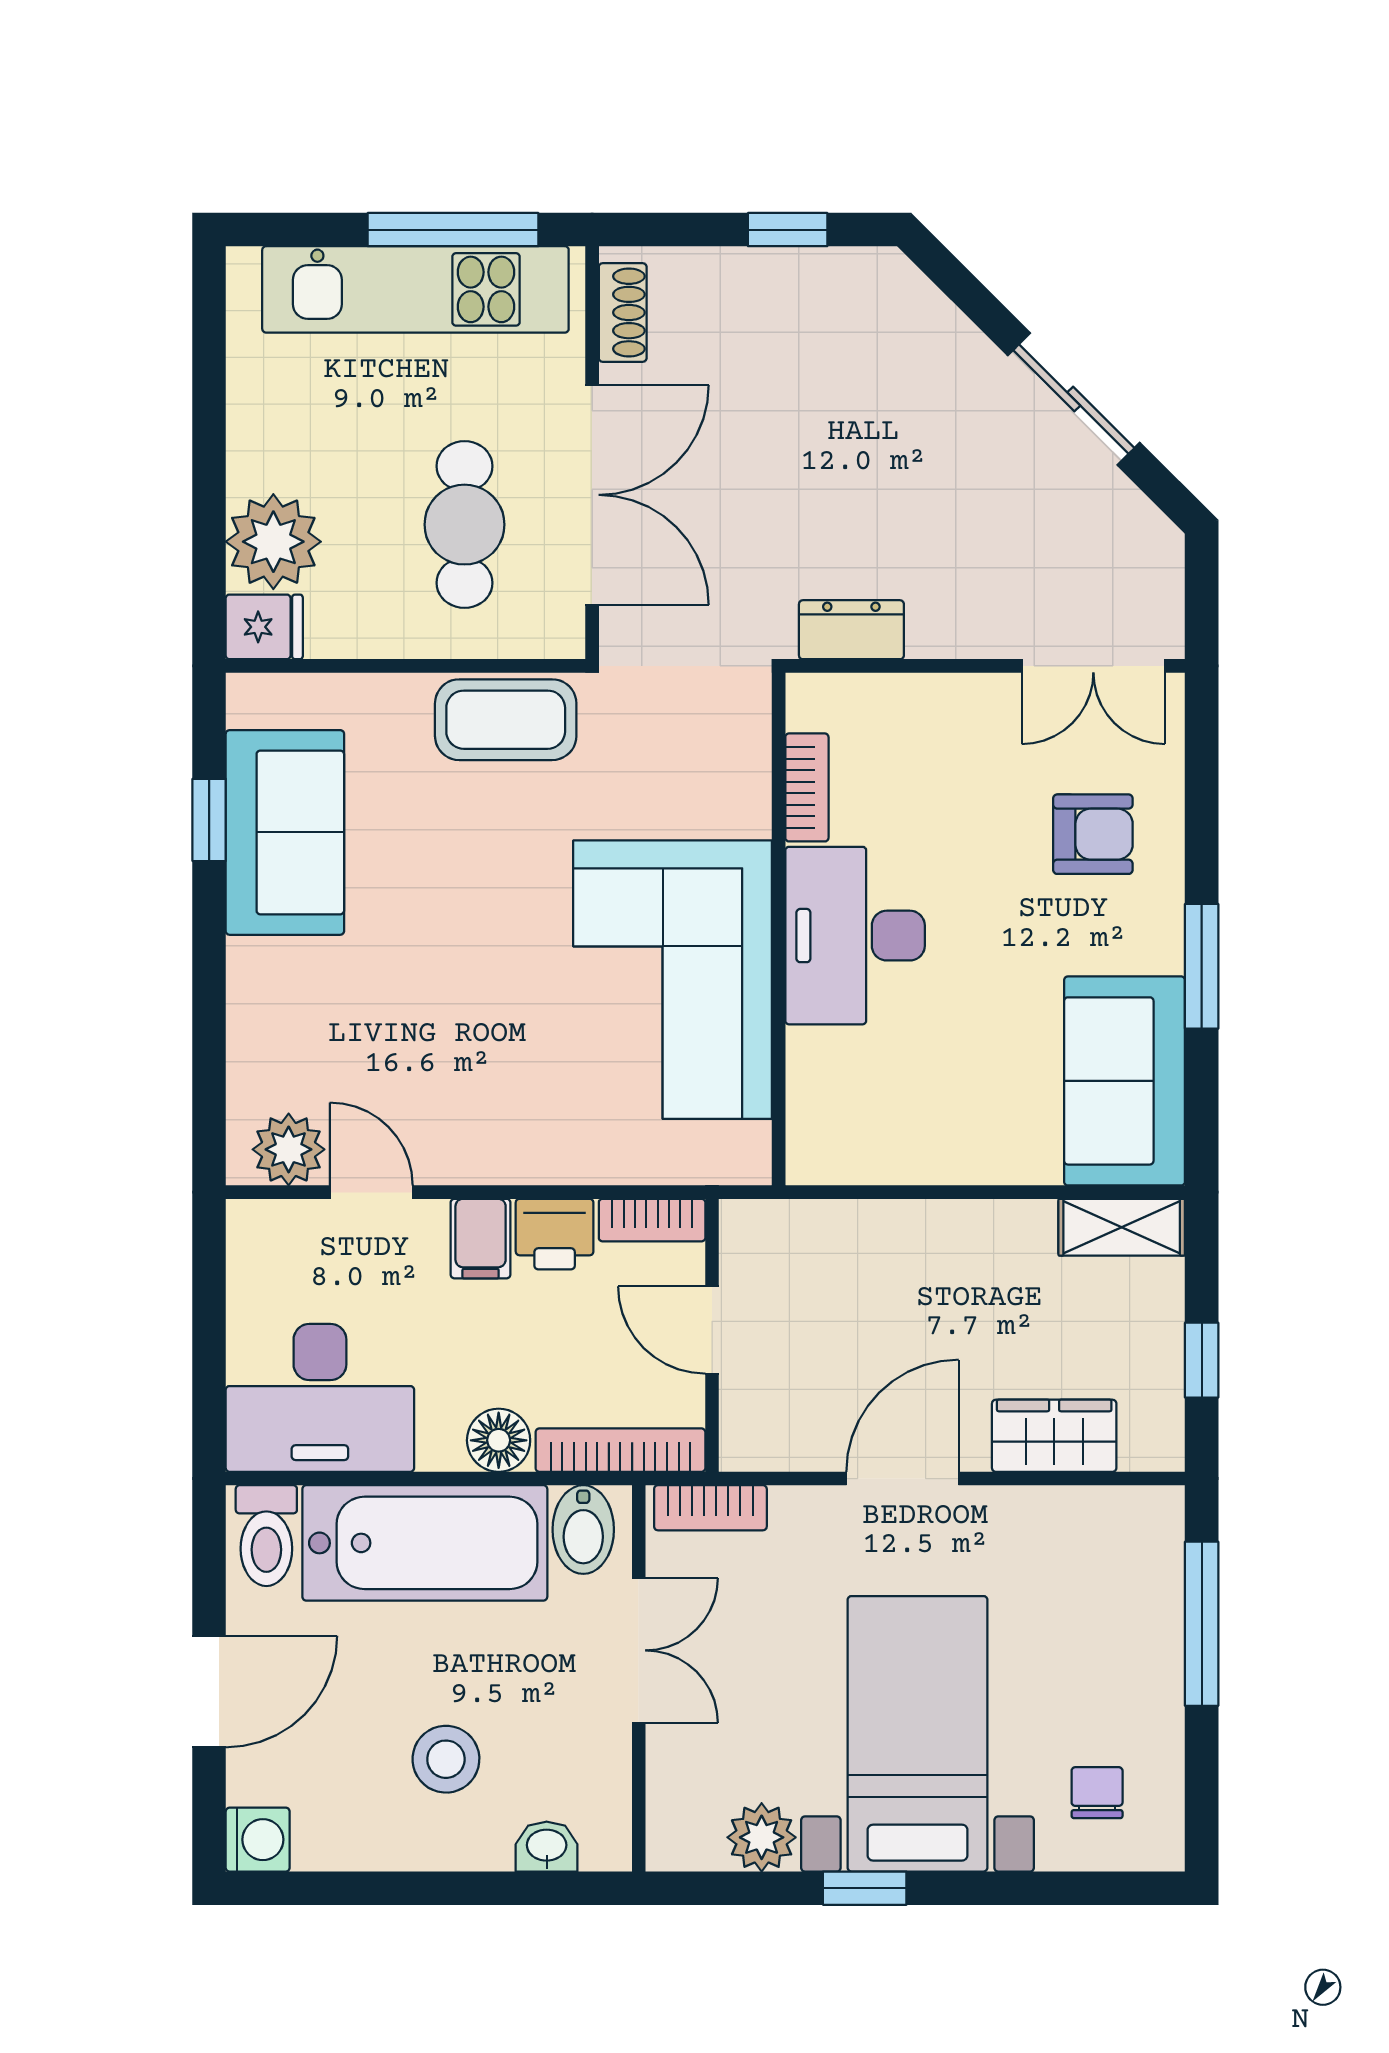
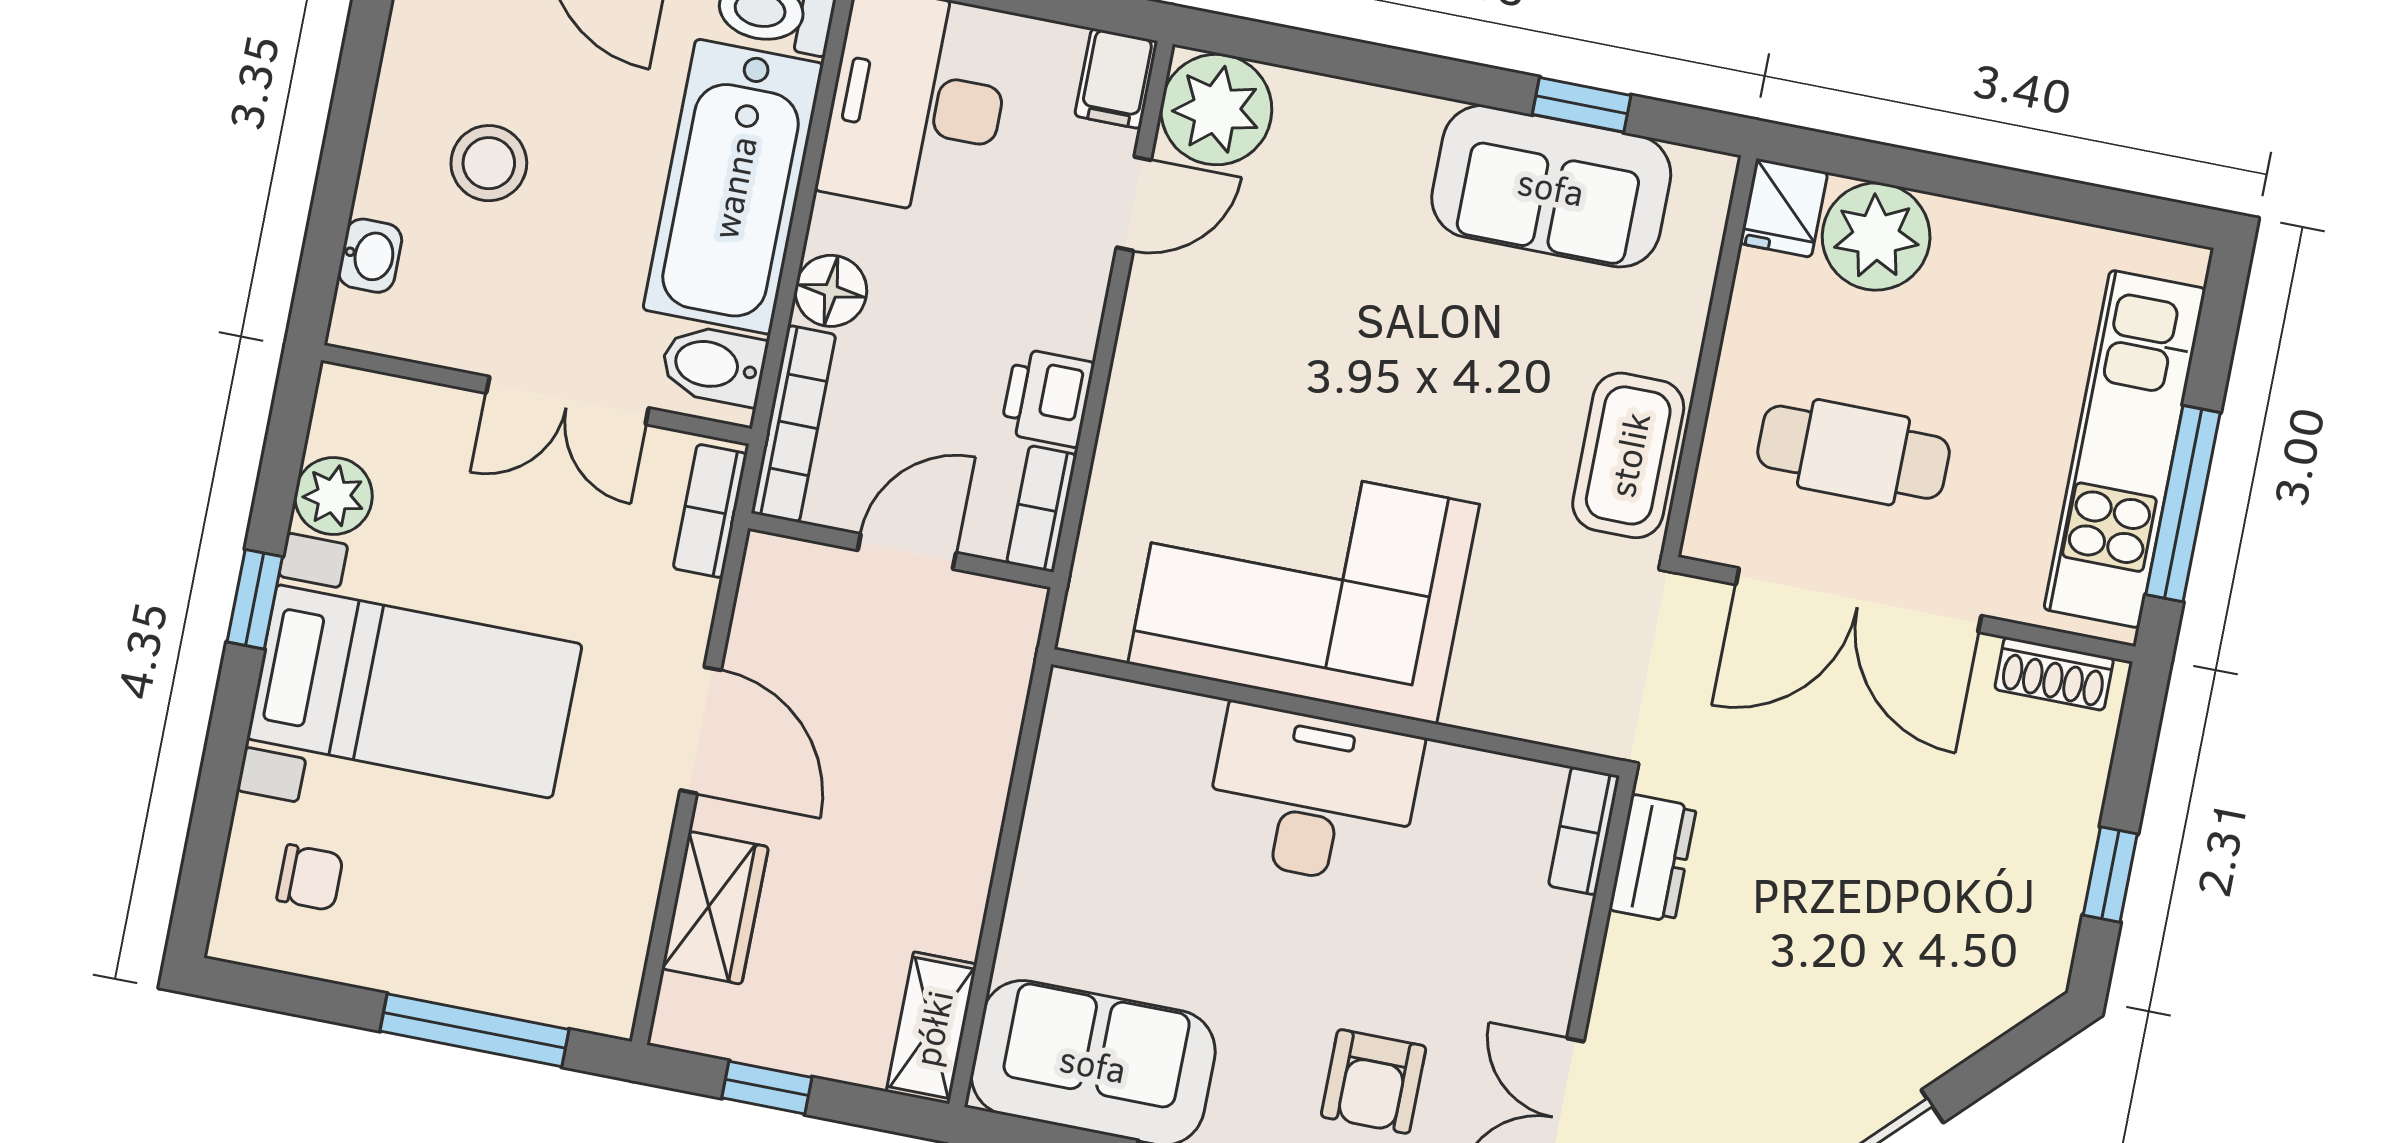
bookcase: (807, 787) -> (1584, 831), moved, turned 90
plant: (289, 1149) -> (1216, 110), width x1.36, depth x1.36
filing cabinet: (481, 1239) -> (1116, 79), moved, turned -90

